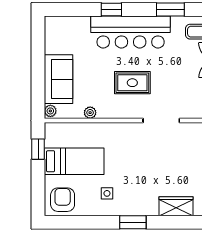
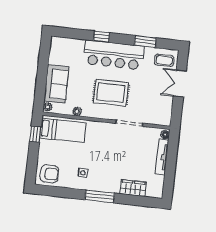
rug: (132, 83) -> (111, 93), width x1.36, depth x1.43
bed: (74, 161) -> (63, 130), moved
armchair: (63, 200) -> (49, 174), turned 90
window: (133, 222) -> (100, 196), width x1.44

